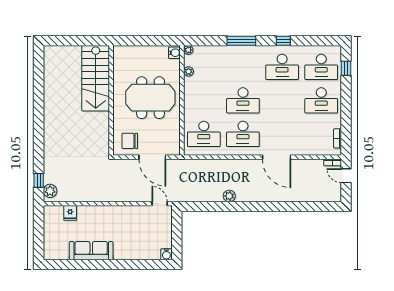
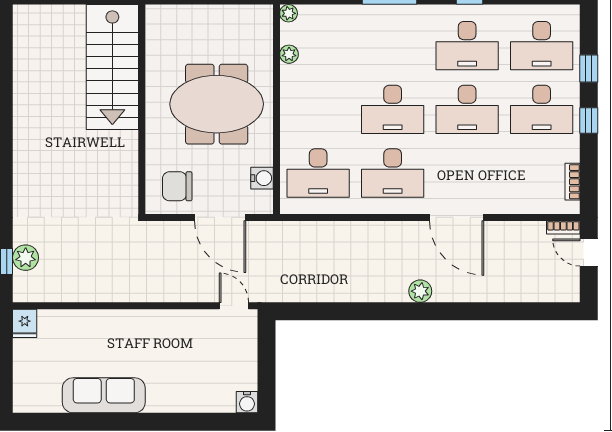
water cooler: (174, 53) -> (262, 178), moved
window: (346, 68) -> (589, 68), moved
desk: (282, 100) -> (467, 109), added
window: (346, 106) -> (589, 120), added
plant: (50, 191) -> (26, 258), moved
plant: (229, 196) -> (420, 291), moved
fridge: (70, 213) -> (25, 323), moved

